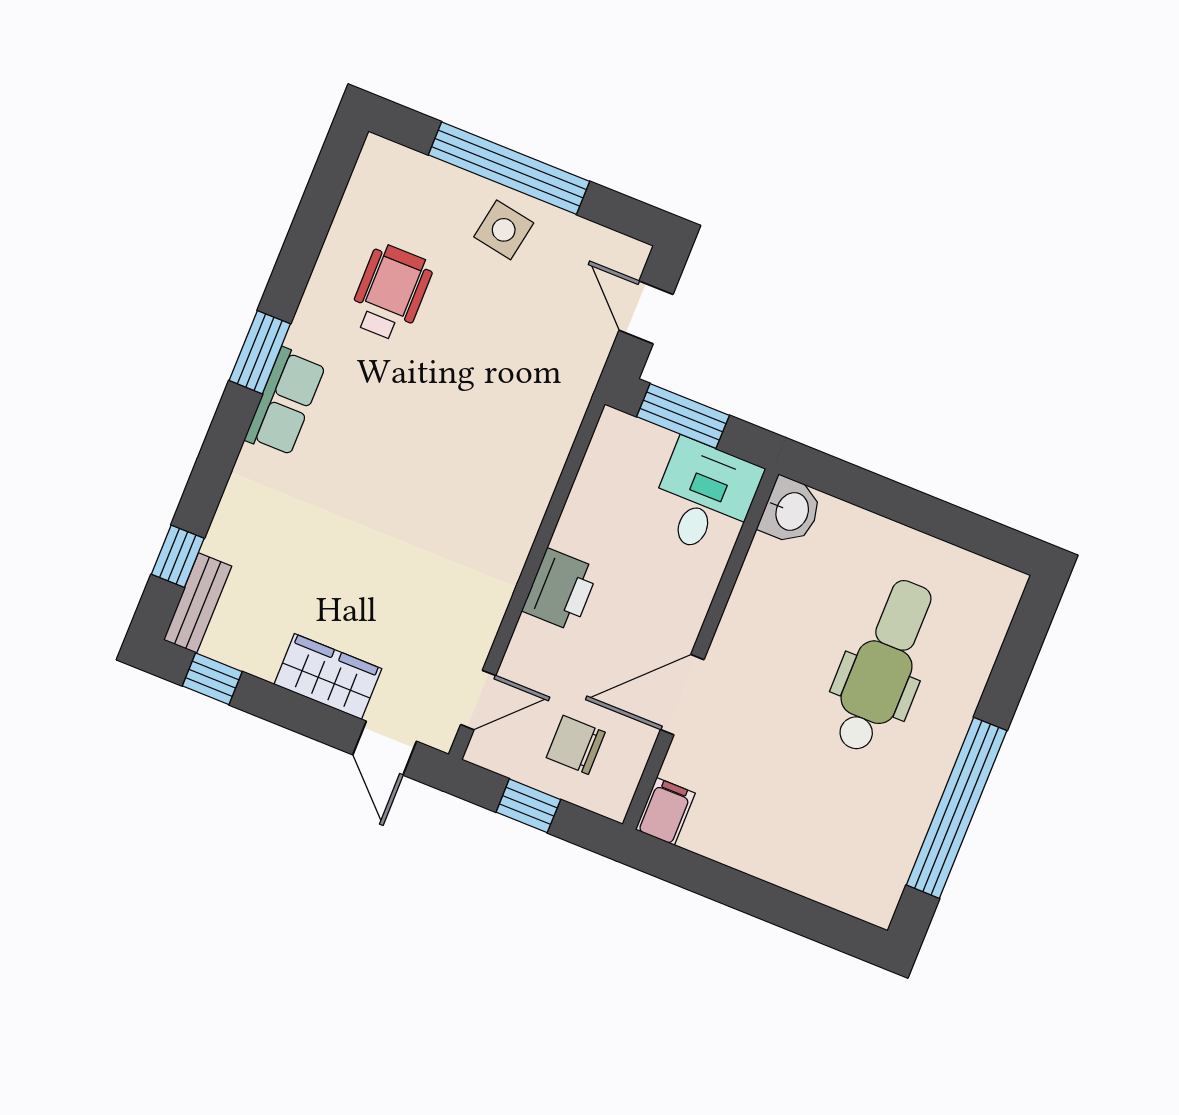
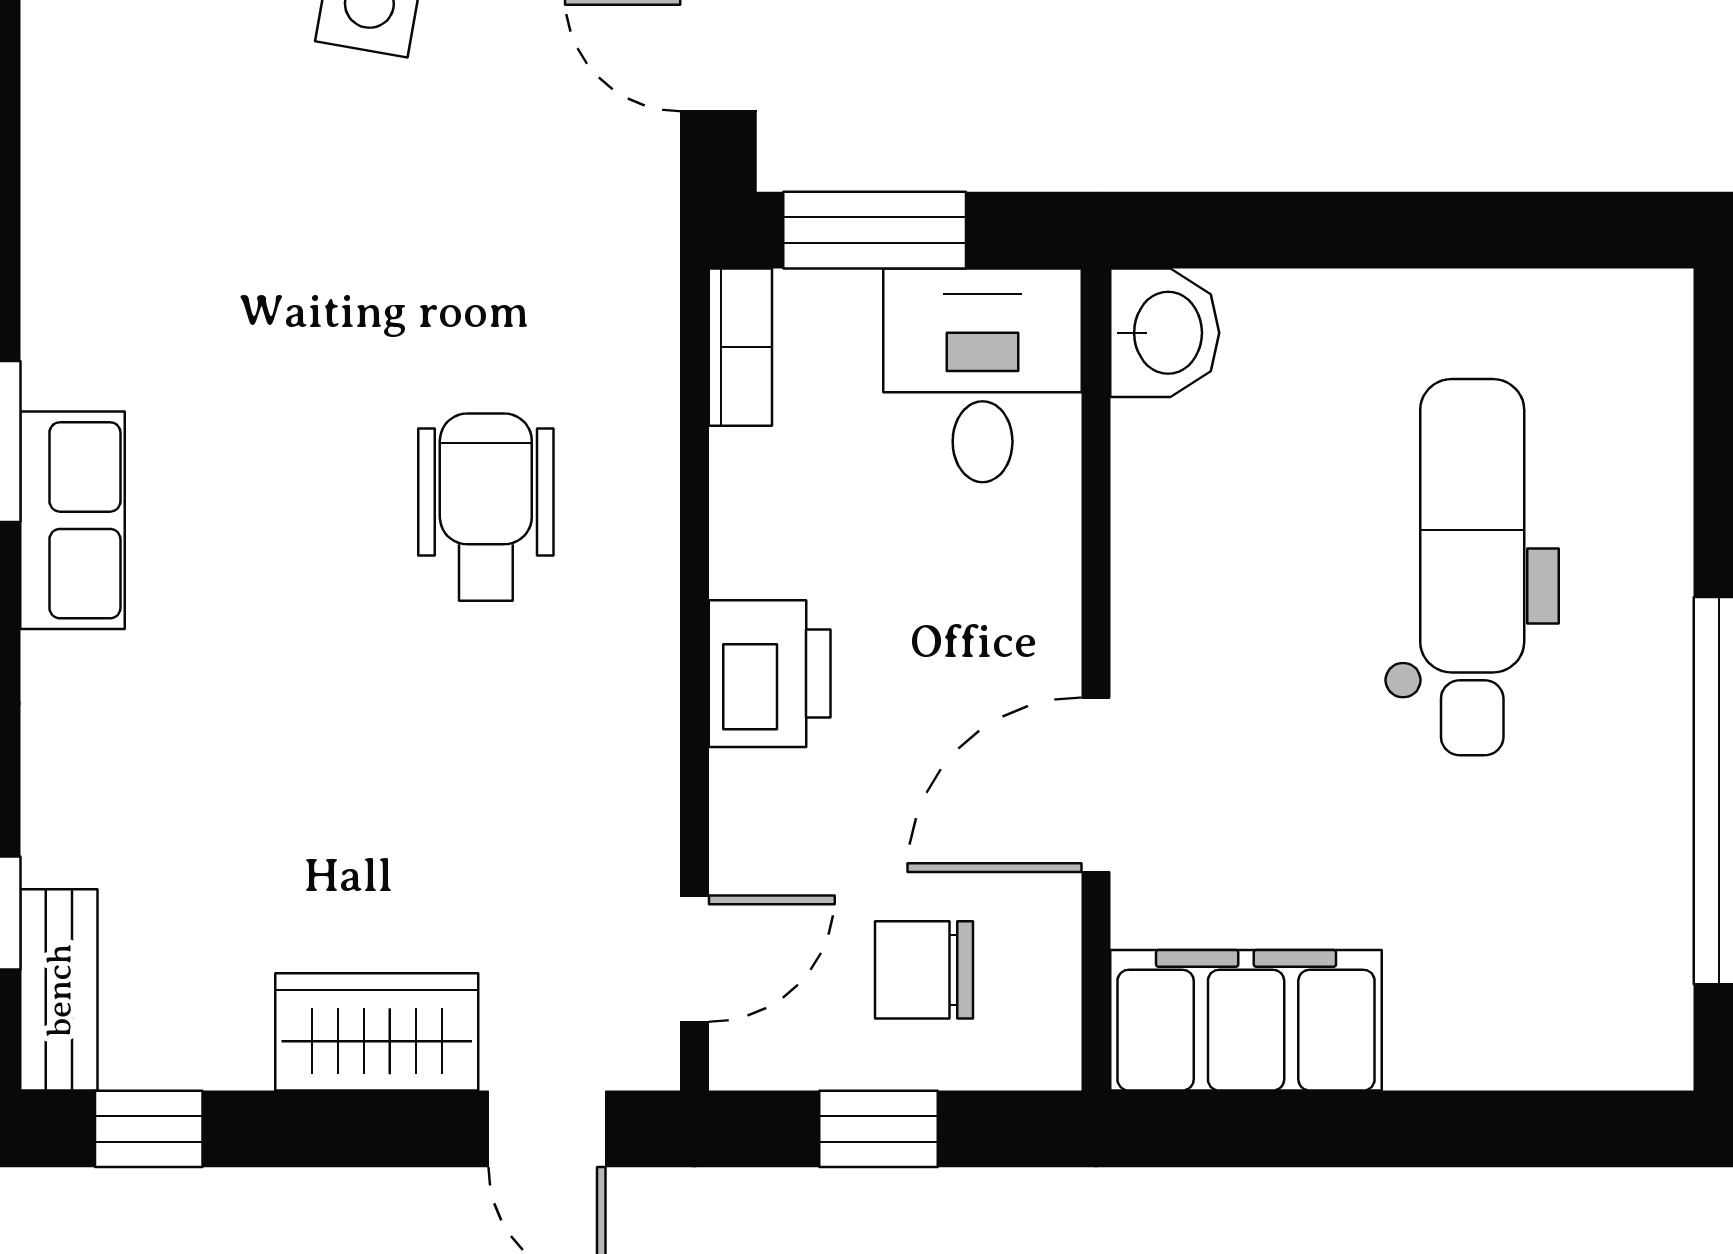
wheelchair: (391, 293) -> (486, 507), moved
bookcase: (604, 443) -> (740, 347), added
filing cabinet: (665, 811) -> (1246, 1020), width x3.00, depth x1.17

